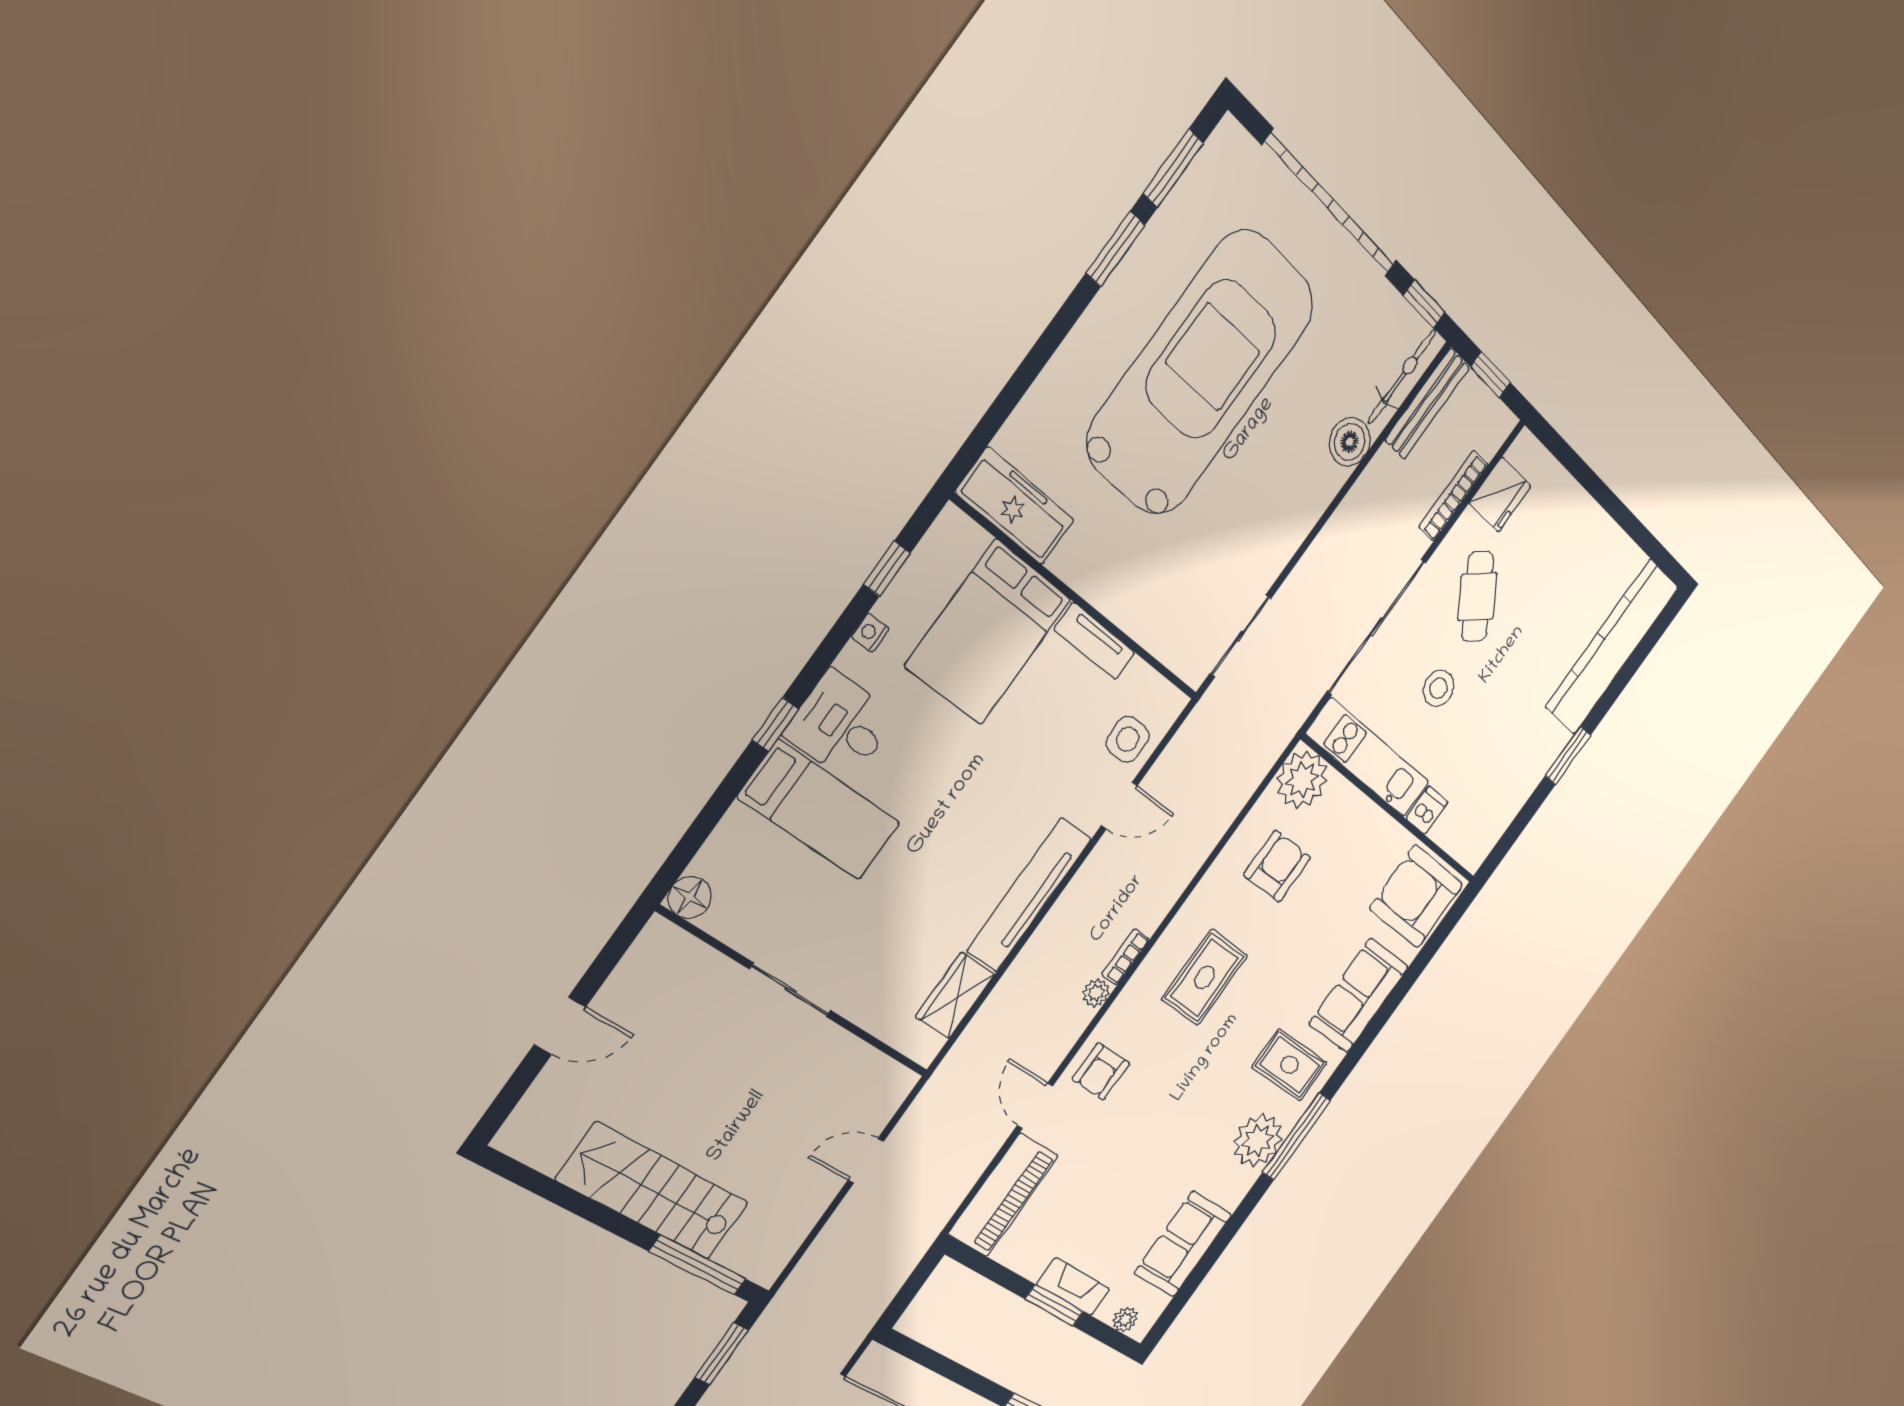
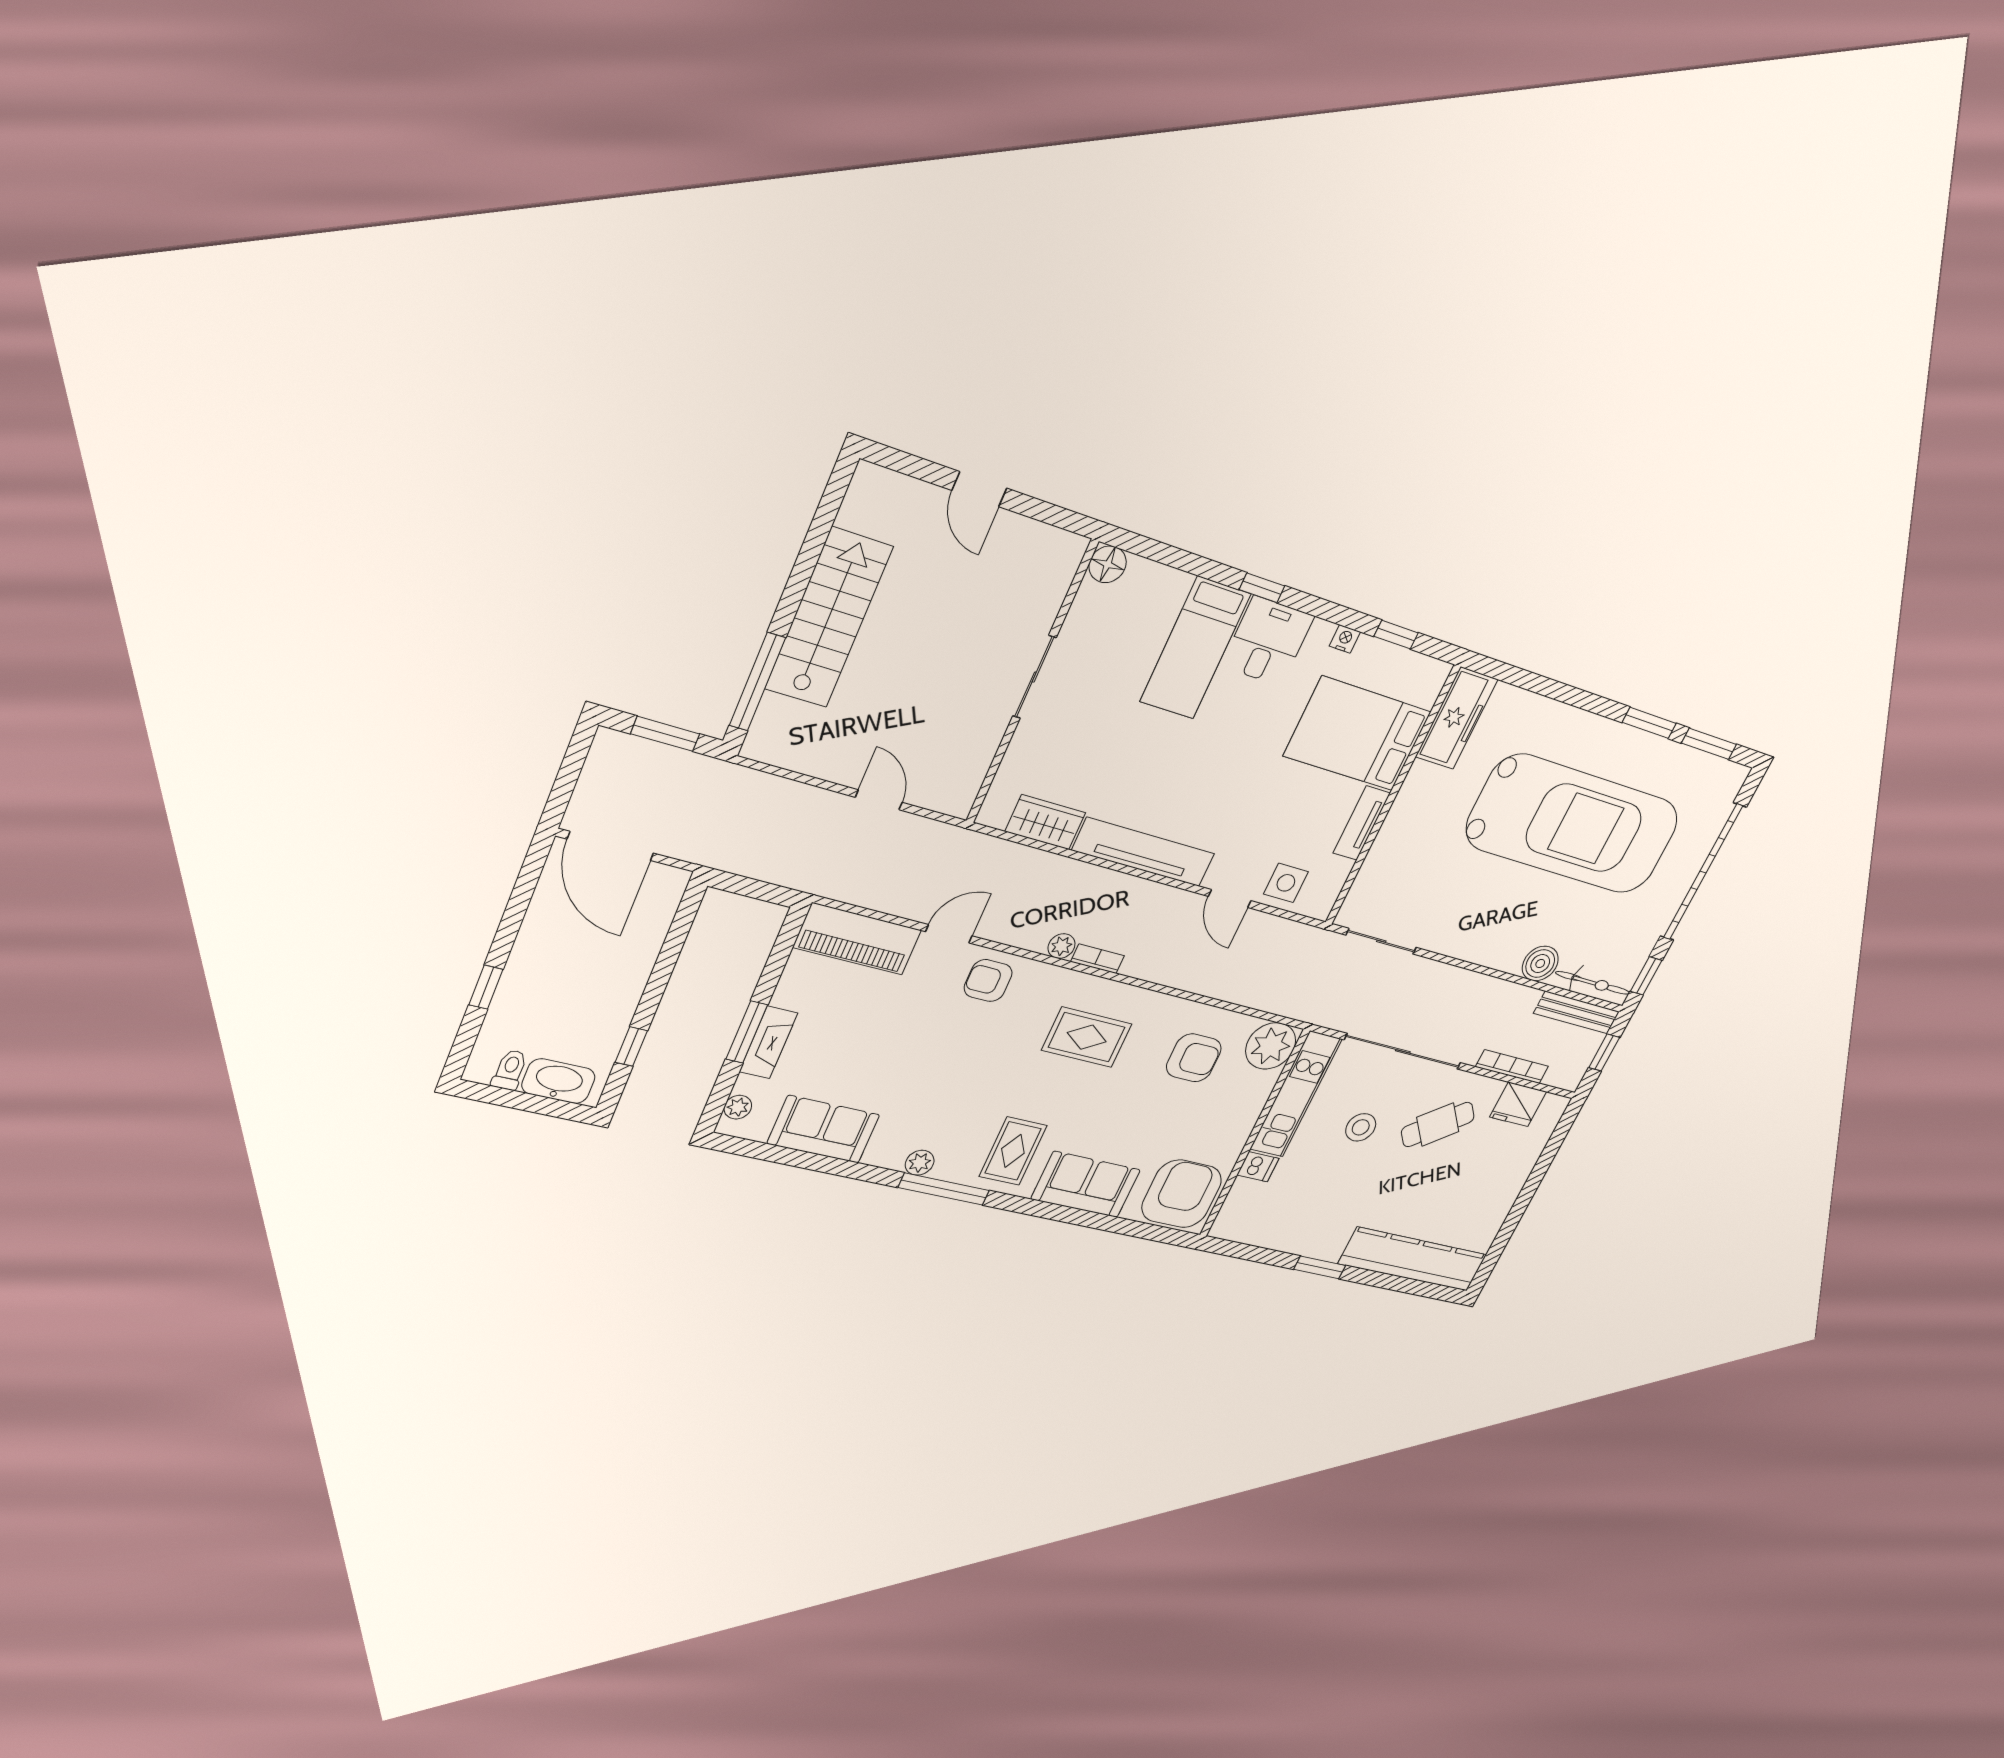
plant: (1258, 1141) -> (920, 1163), width x0.53, depth x0.53

